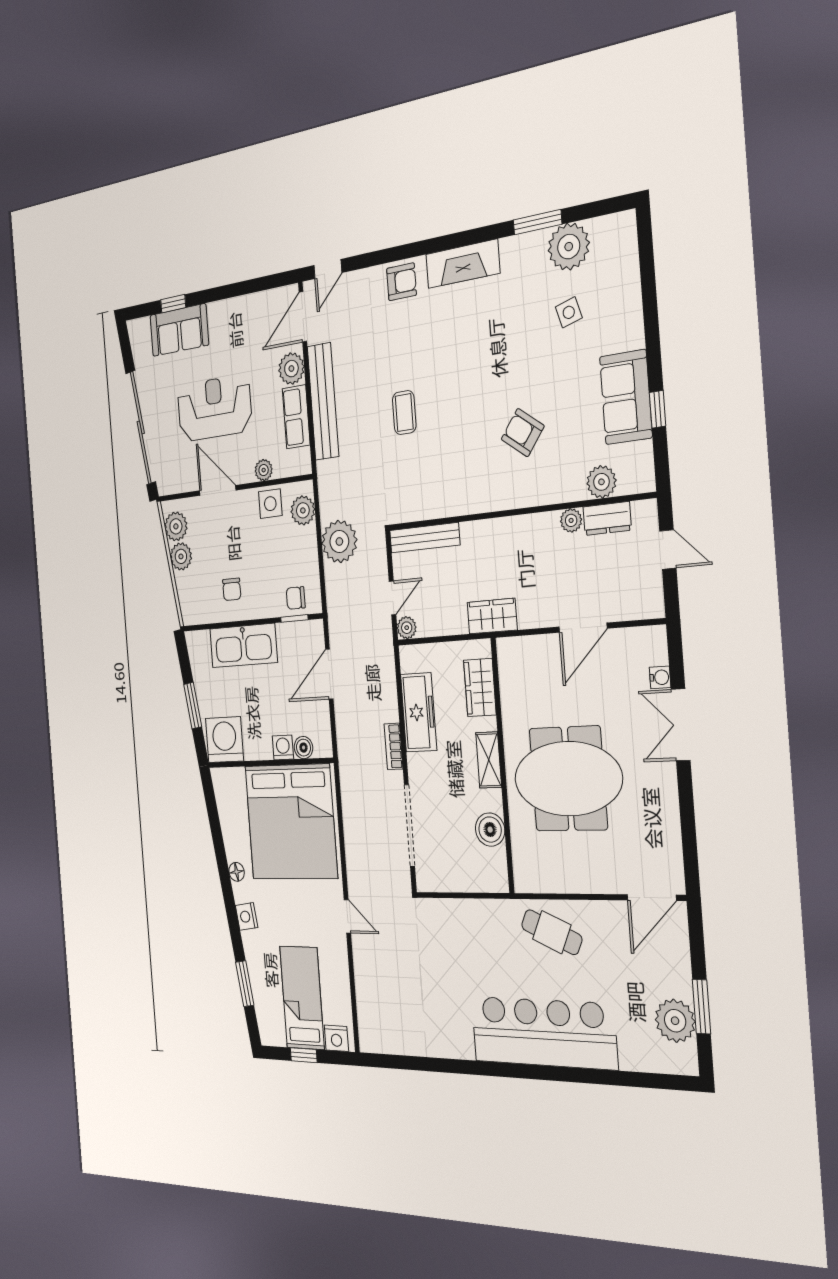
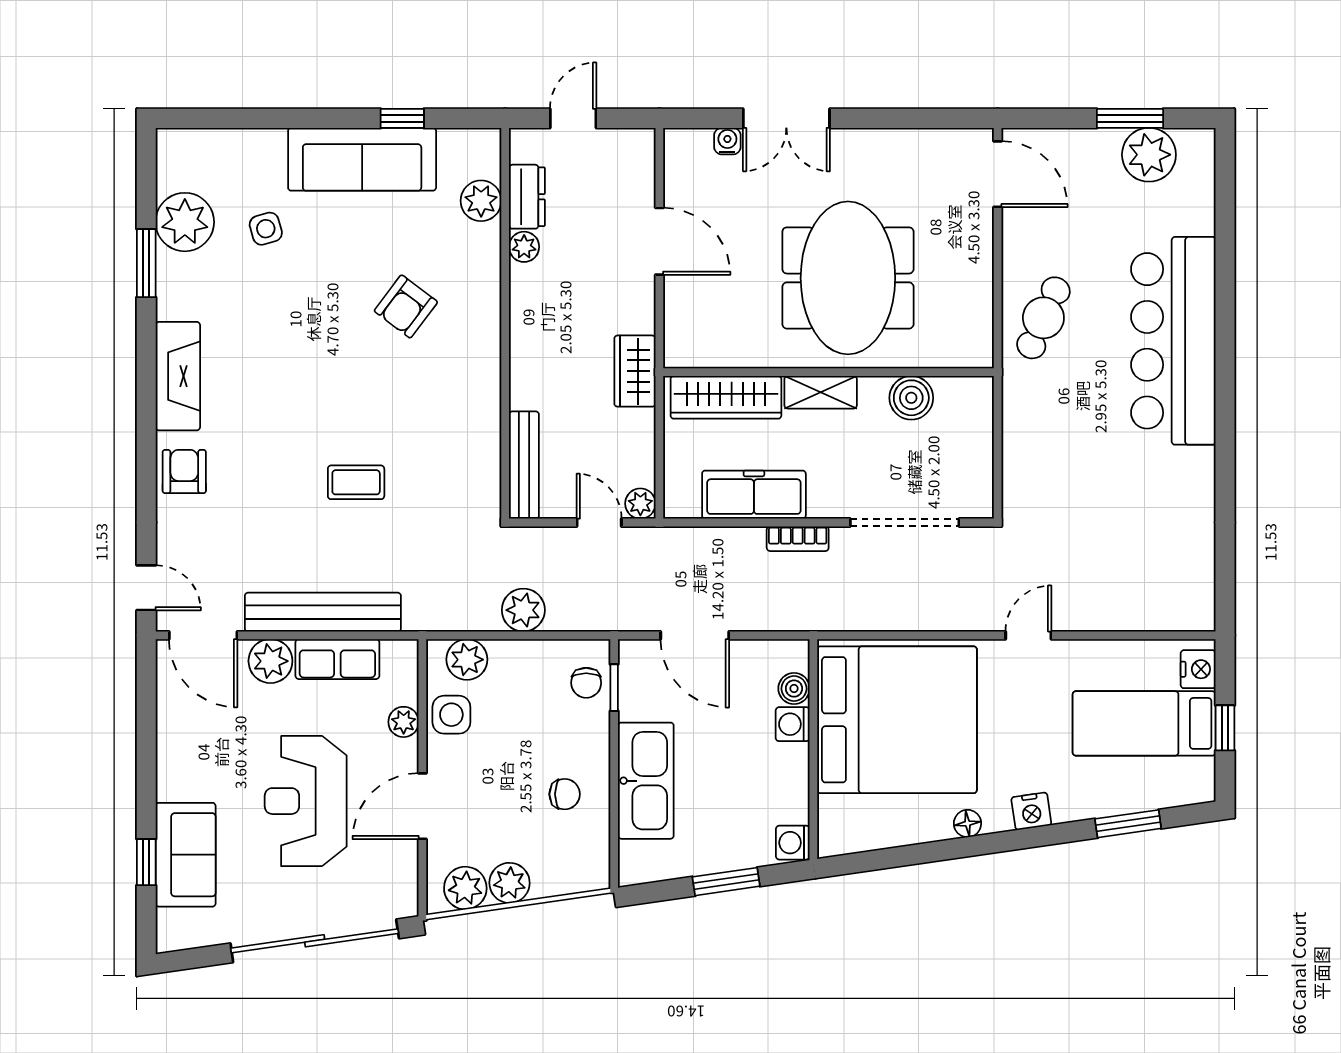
sofa: (626, 397) -> (362, 159), width x1.36
plant: (339, 541) -> (523, 610), width x0.73, depth x0.73
wardrobe: (480, 687) -> (726, 397), width x1.50
washing machine: (224, 740) -> (793, 843), width x0.53, depth x0.53

